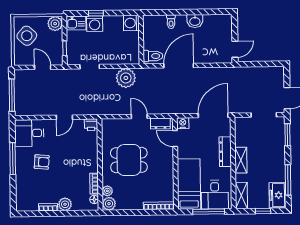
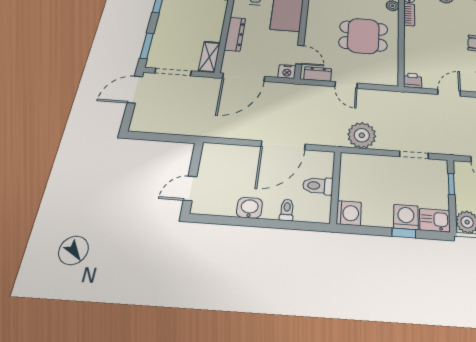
door: (235, 49) -> (190, 188), moved
toilet: (153, 56) -> (318, 186), moved
shelving: (241, 160) -> (209, 57), moved

